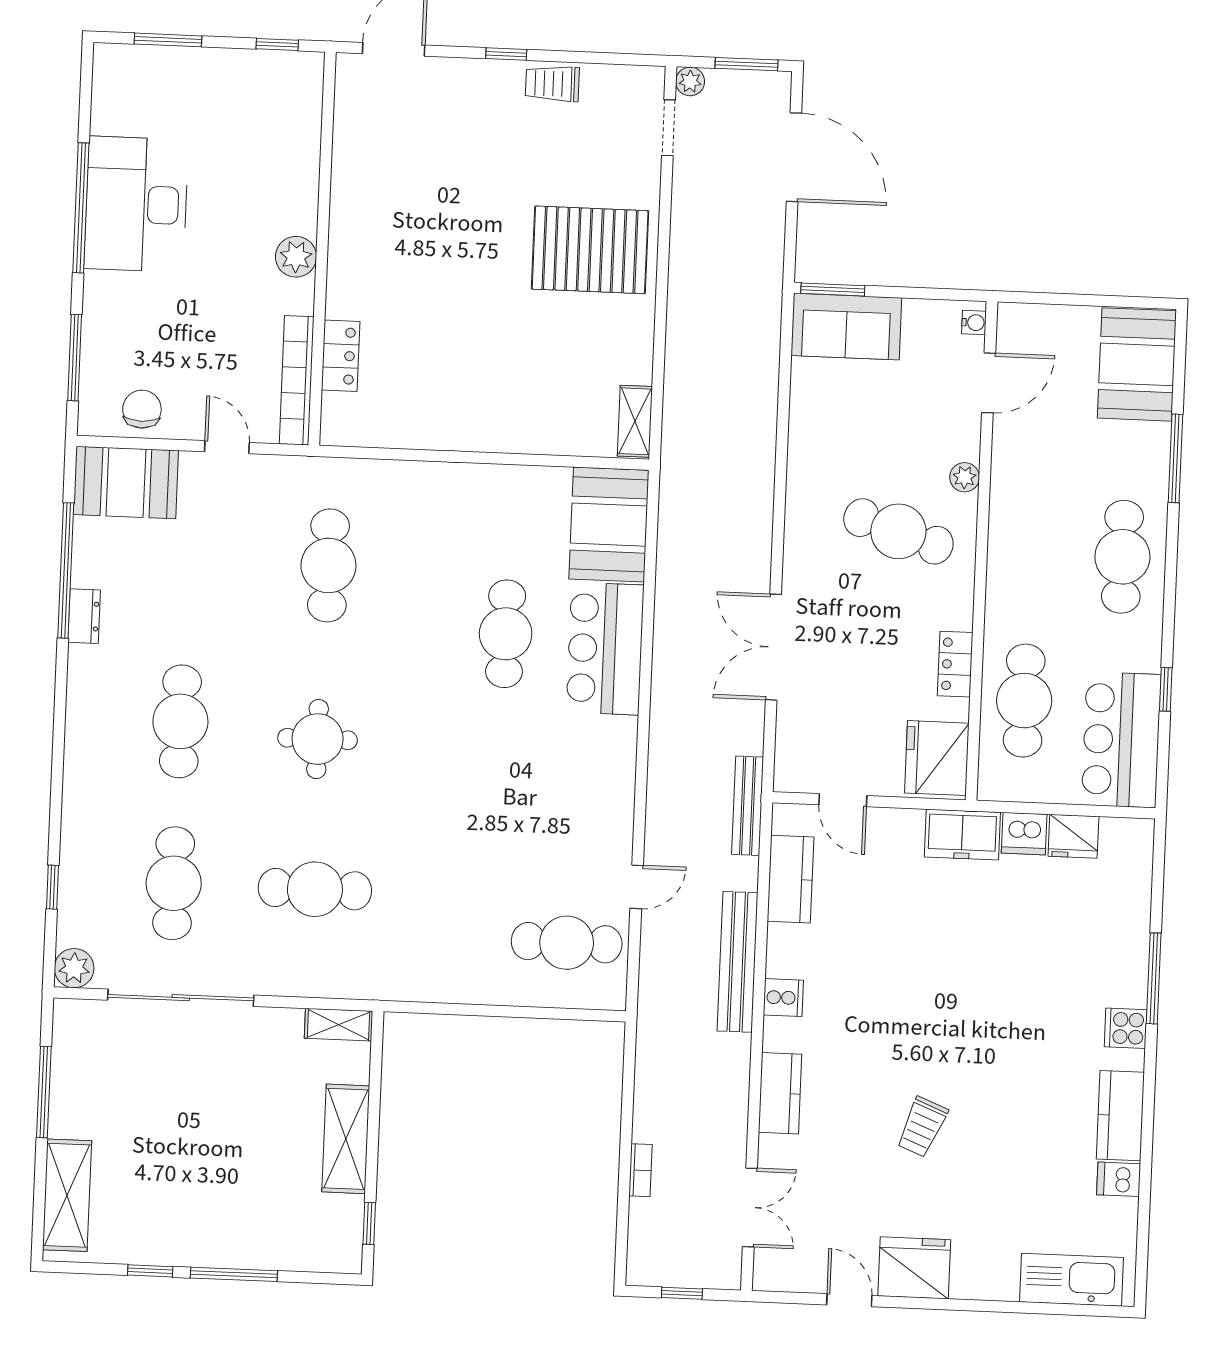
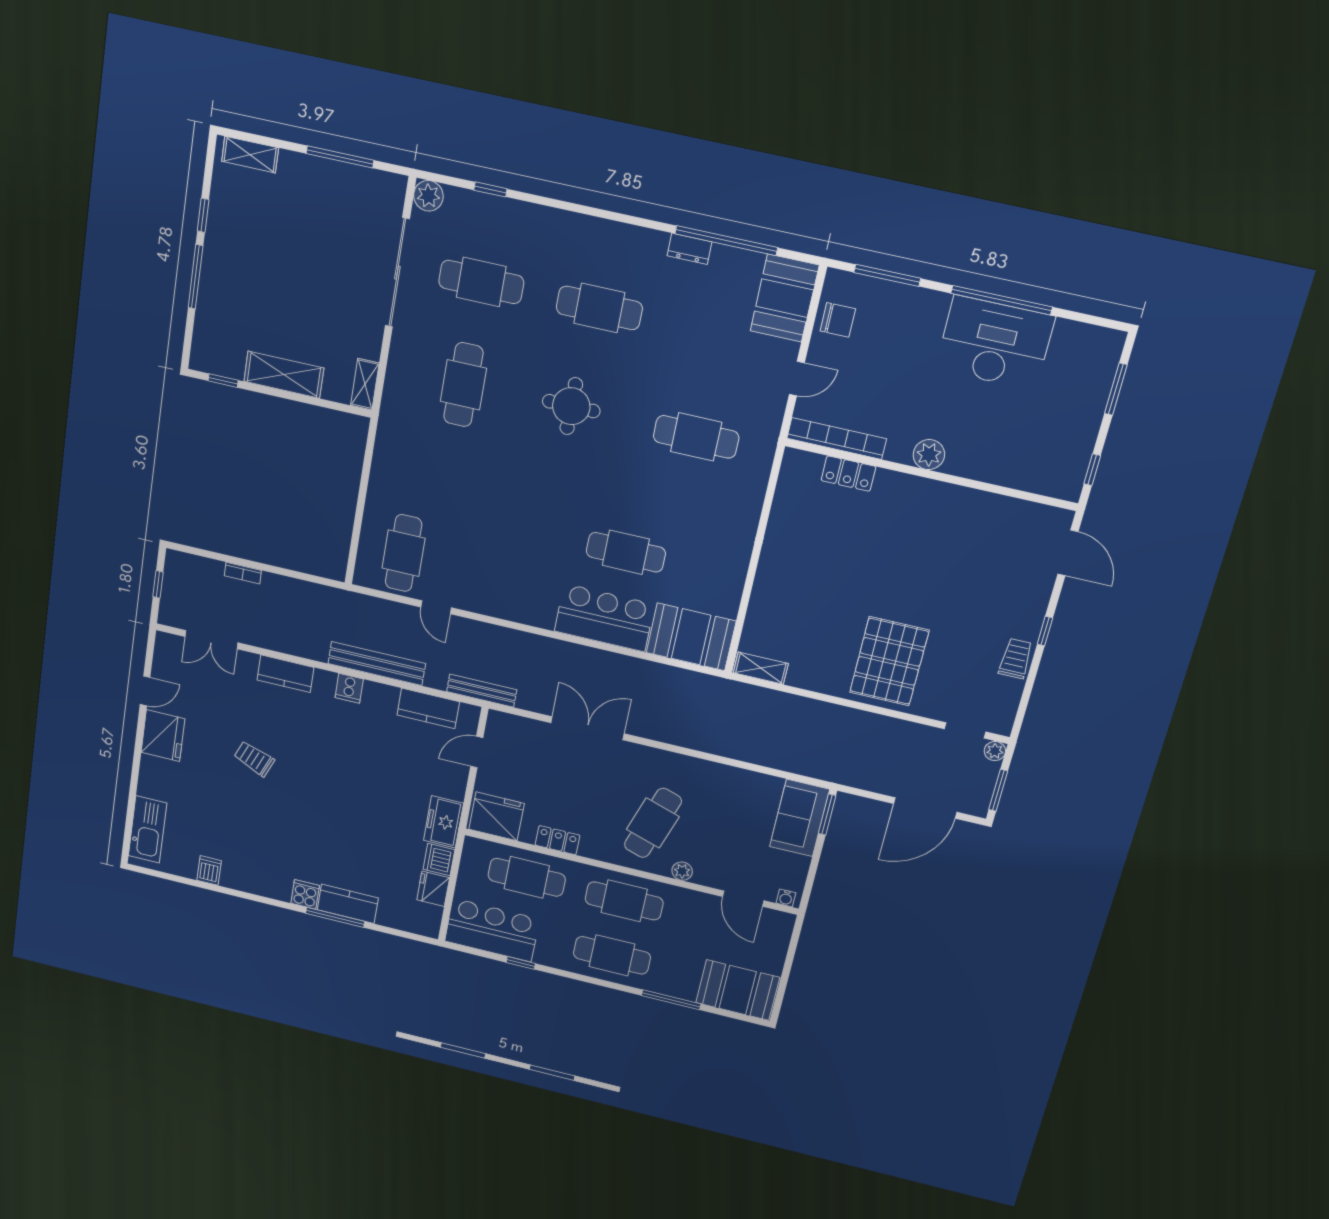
cafe table: (1030, 553) -> (624, 901), added
kitchen counter: (1120, 1116) -> (348, 904), moved
shelving: (67, 1195) -> (250, 155), width x0.67, depth x0.75

